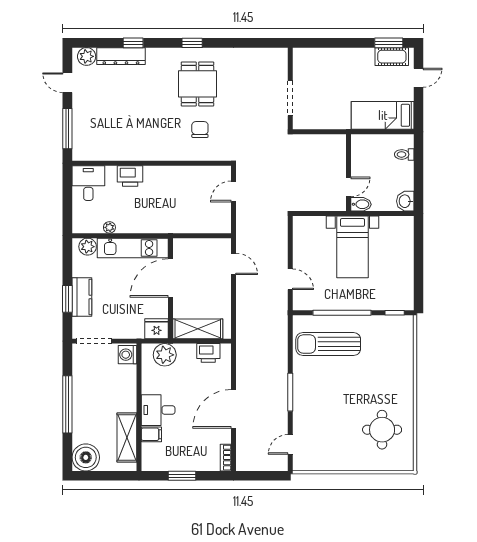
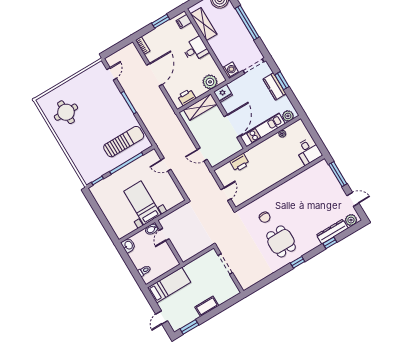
cot: (392, 57) -> (207, 306), moved
printer: (130, 176) -> (240, 163), moved, turned 180
filing cabinet: (151, 434) -> (184, 21), moved

